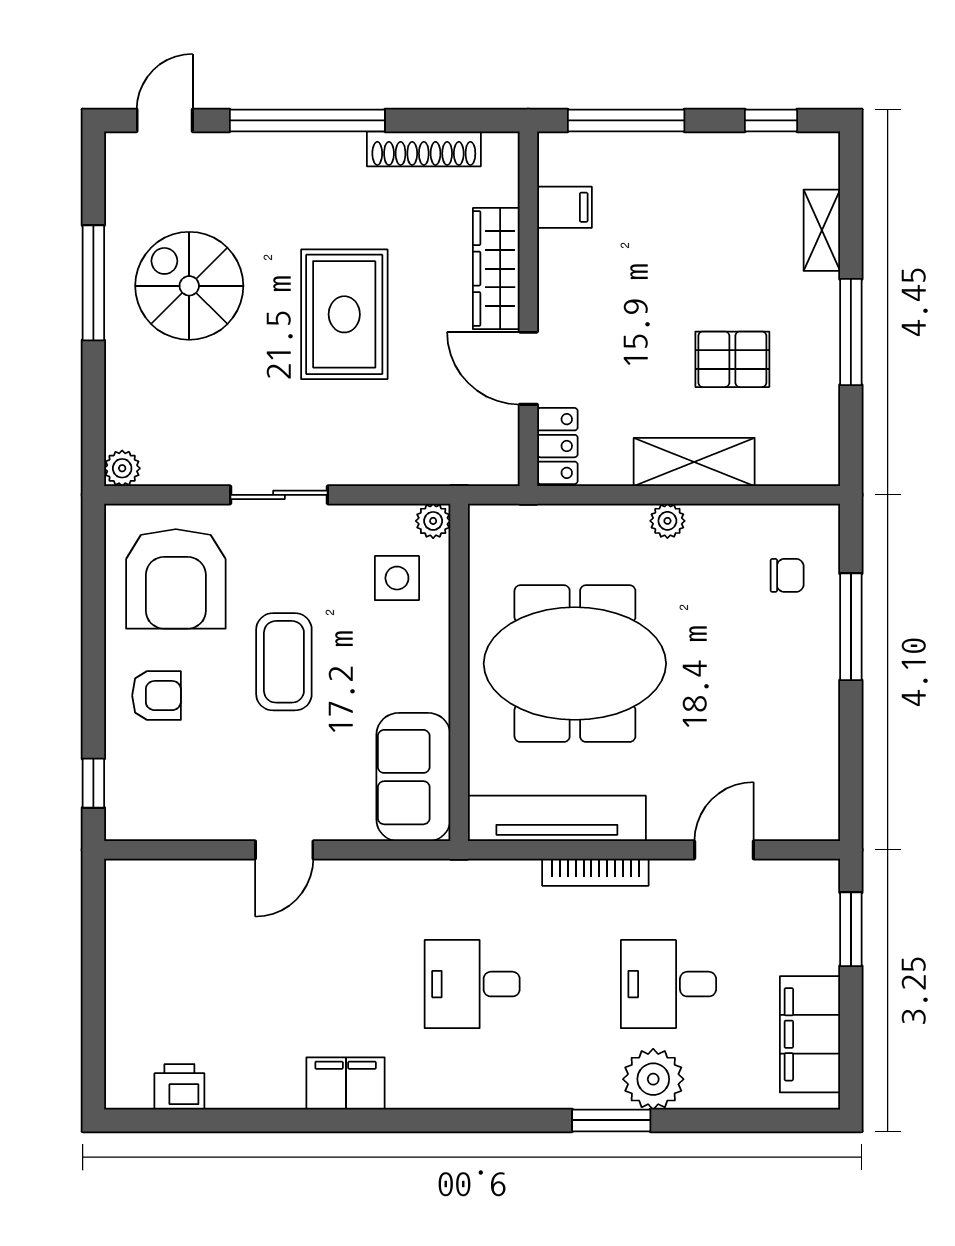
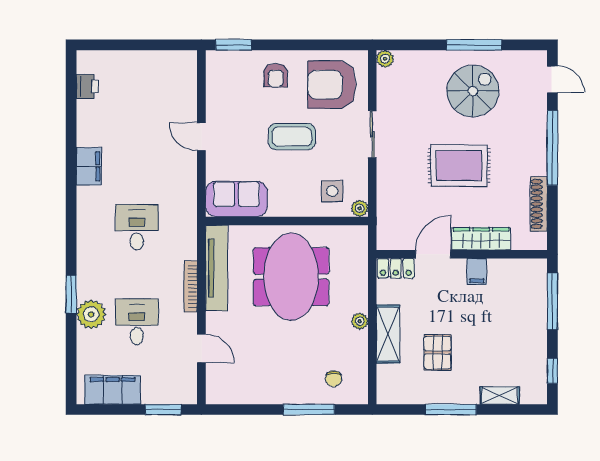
filing cabinet: (565, 207) -> (477, 272), moved
window: (93, 783) -> (233, 45), width x1.50

